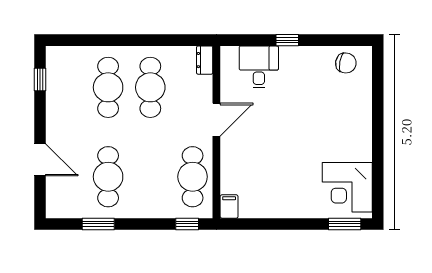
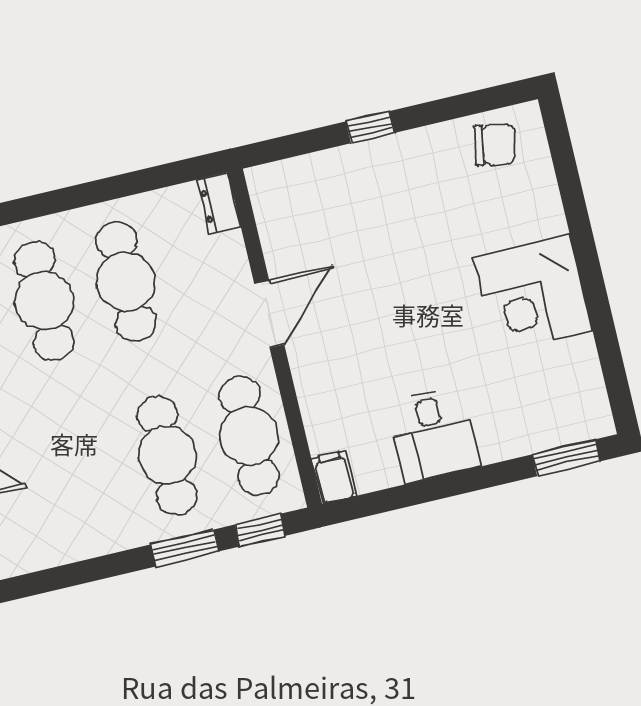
desk: (259, 67) -> (434, 434), moved, turned 180
cafe table: (108, 177) -> (167, 455), moved
corner desk: (347, 187) -> (533, 294), moved
window: (98, 224) -> (185, 548), moved

